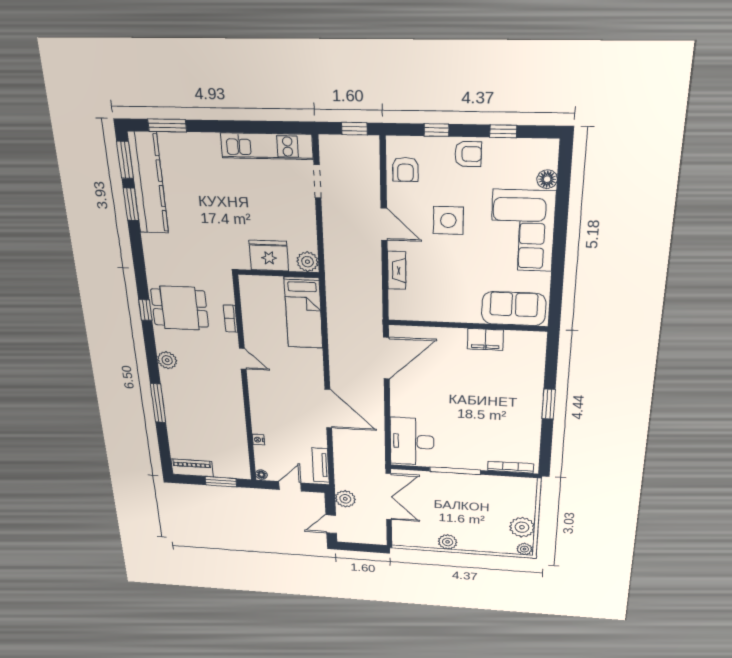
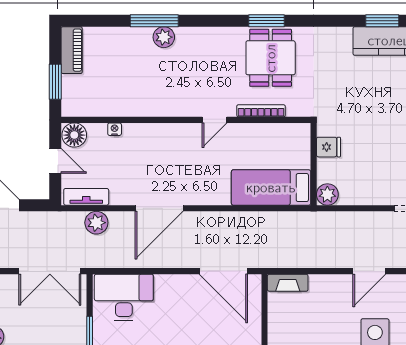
fridge: (269, 256) -> (328, 147), width x0.53, depth x0.75
fireplace: (397, 270) -> (288, 283), moved
window: (145, 310) -> (267, 21), width x1.50
bookcase: (230, 319) -> (261, 111), width x1.56
plant: (167, 360) -> (164, 37), moved
floor lamp: (261, 475) -> (74, 135), width x1.89, depth x1.89
plant: (345, 499) -> (96, 223), moved

